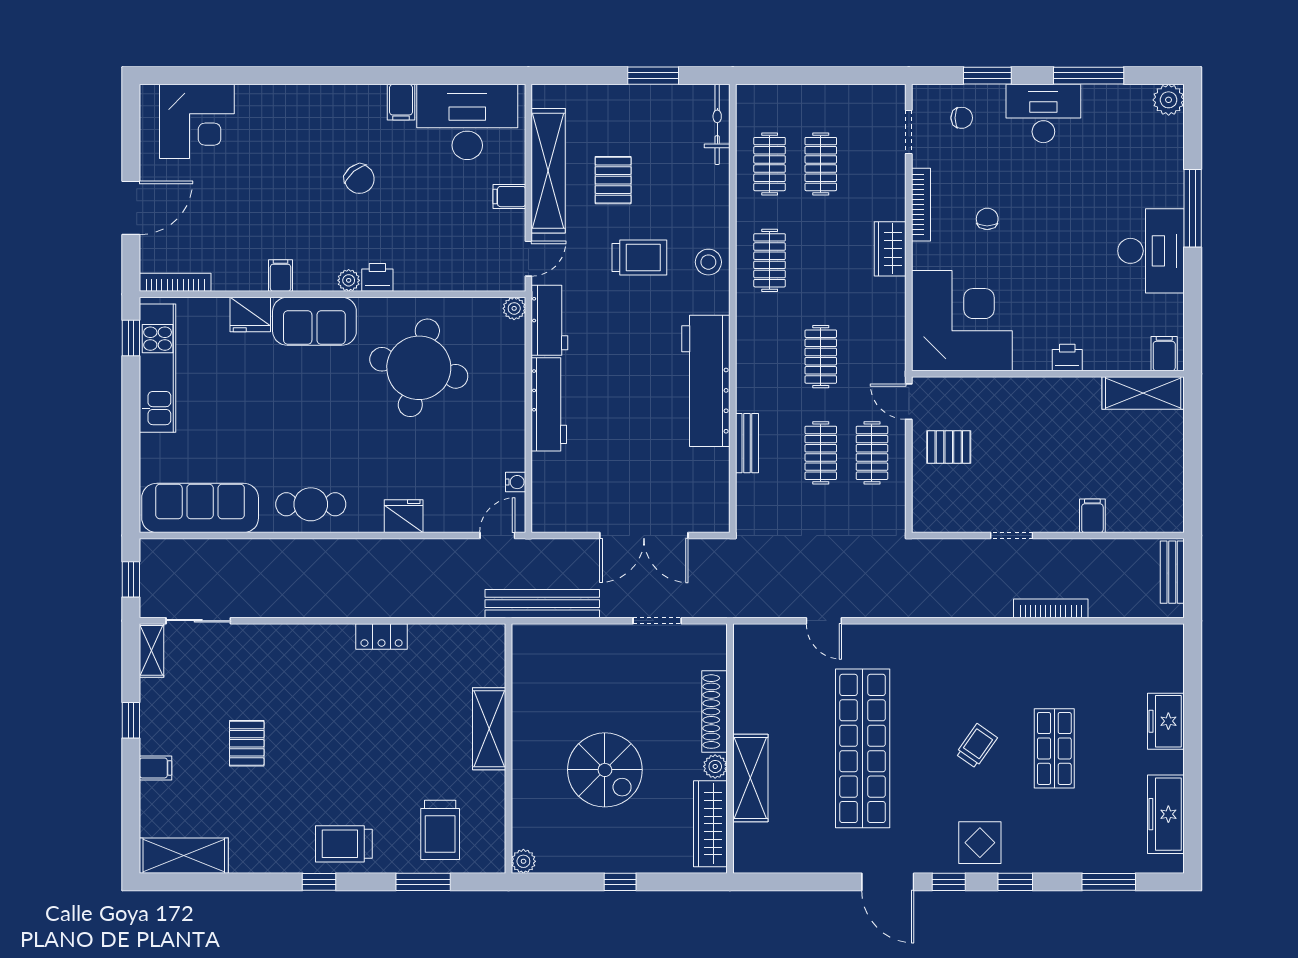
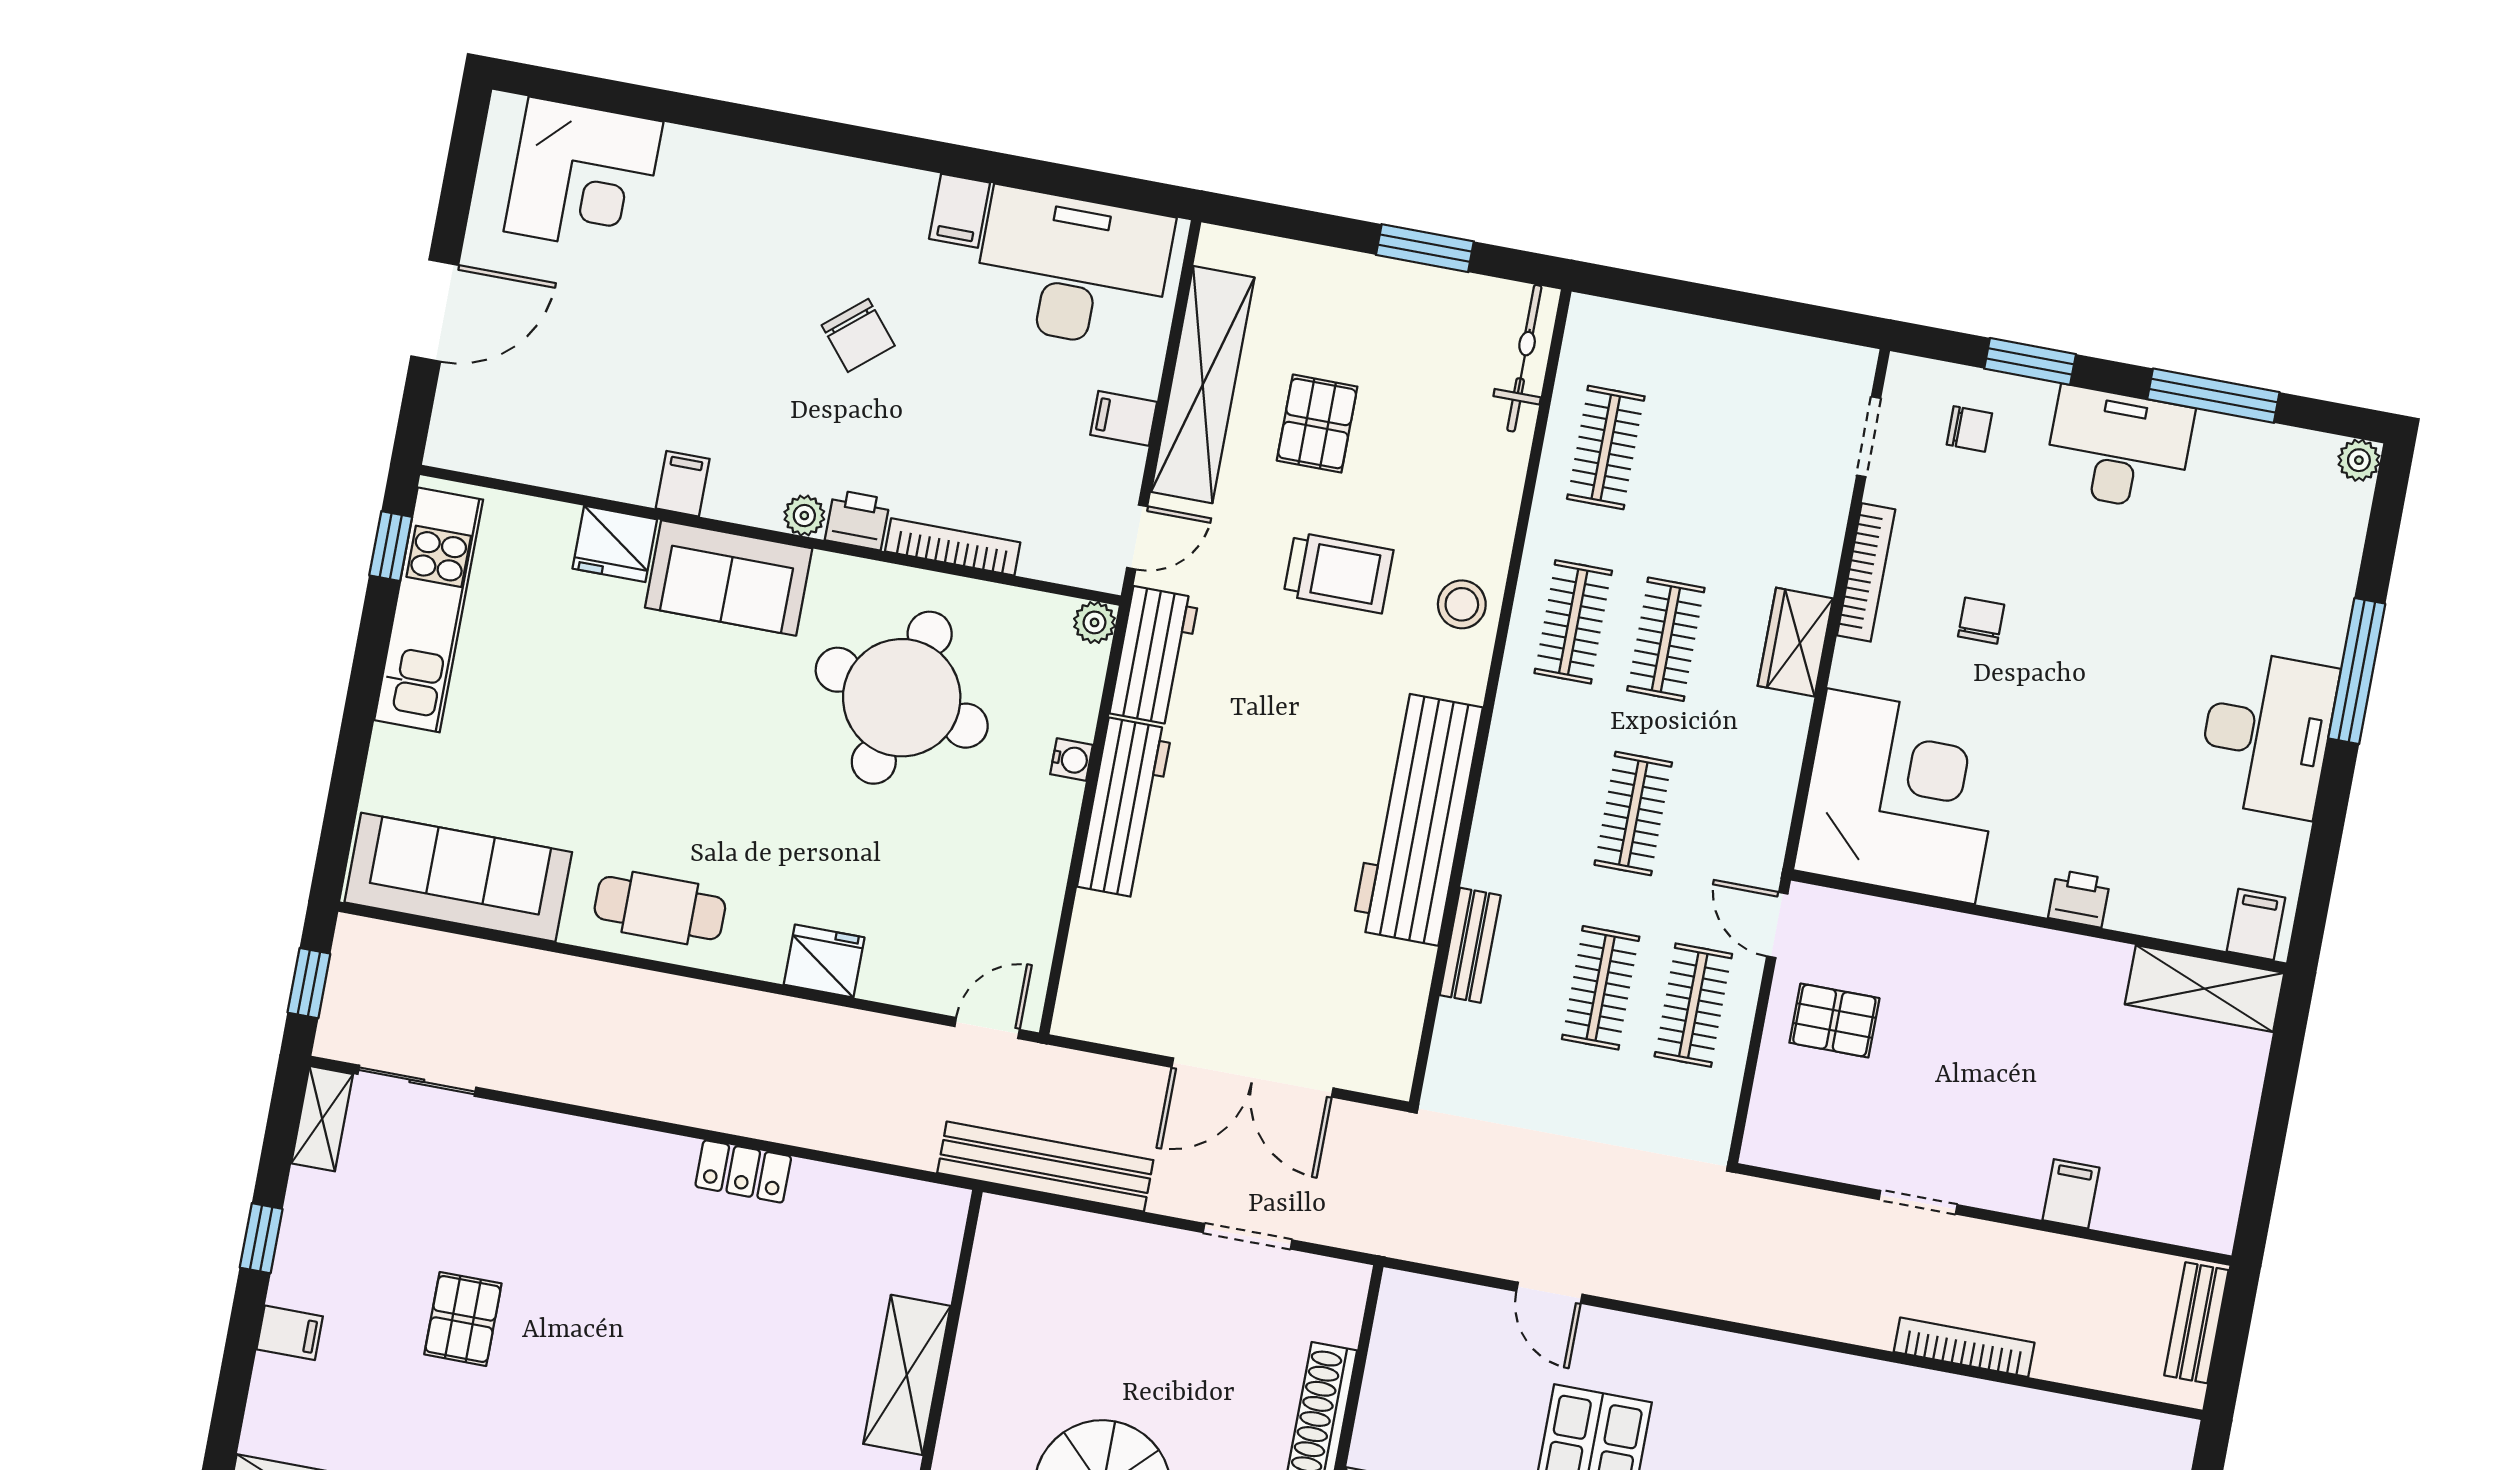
plant: (1169, 100) -> (2359, 460), width x0.73, depth x0.73
clothes rail: (821, 164) -> (1666, 639), moved
bookcase: (175, 282) -> (953, 547), moved
water cooler: (516, 482) -> (1071, 760), moved

